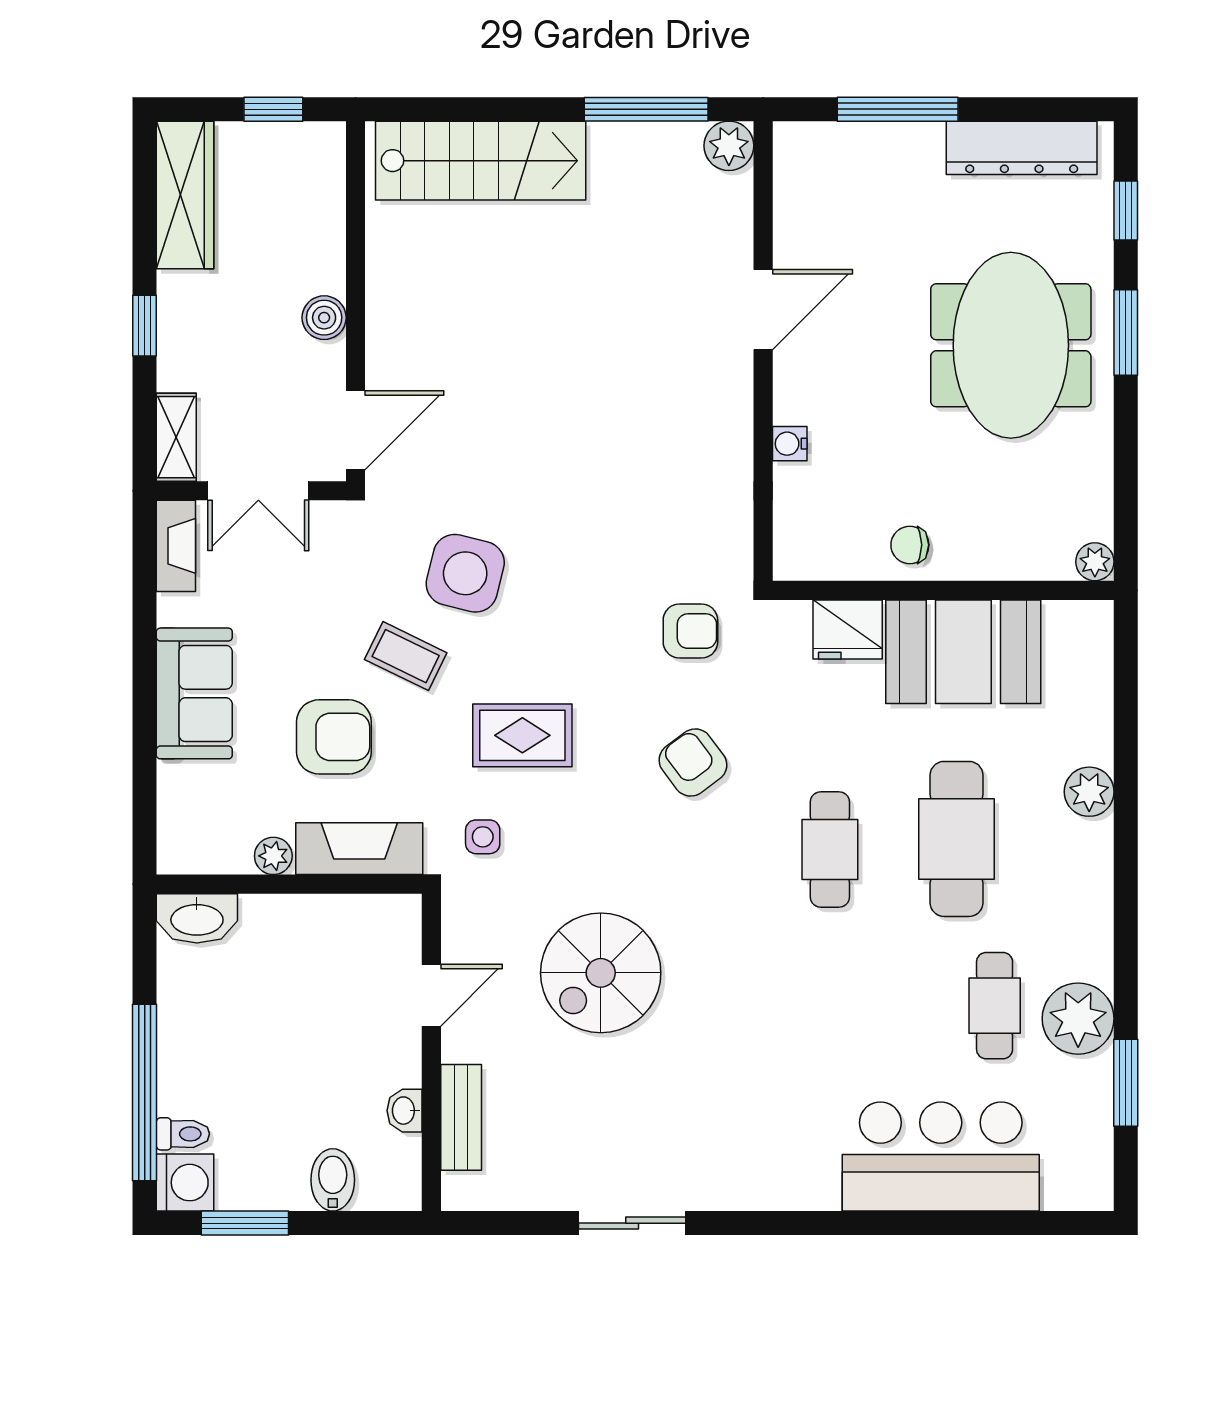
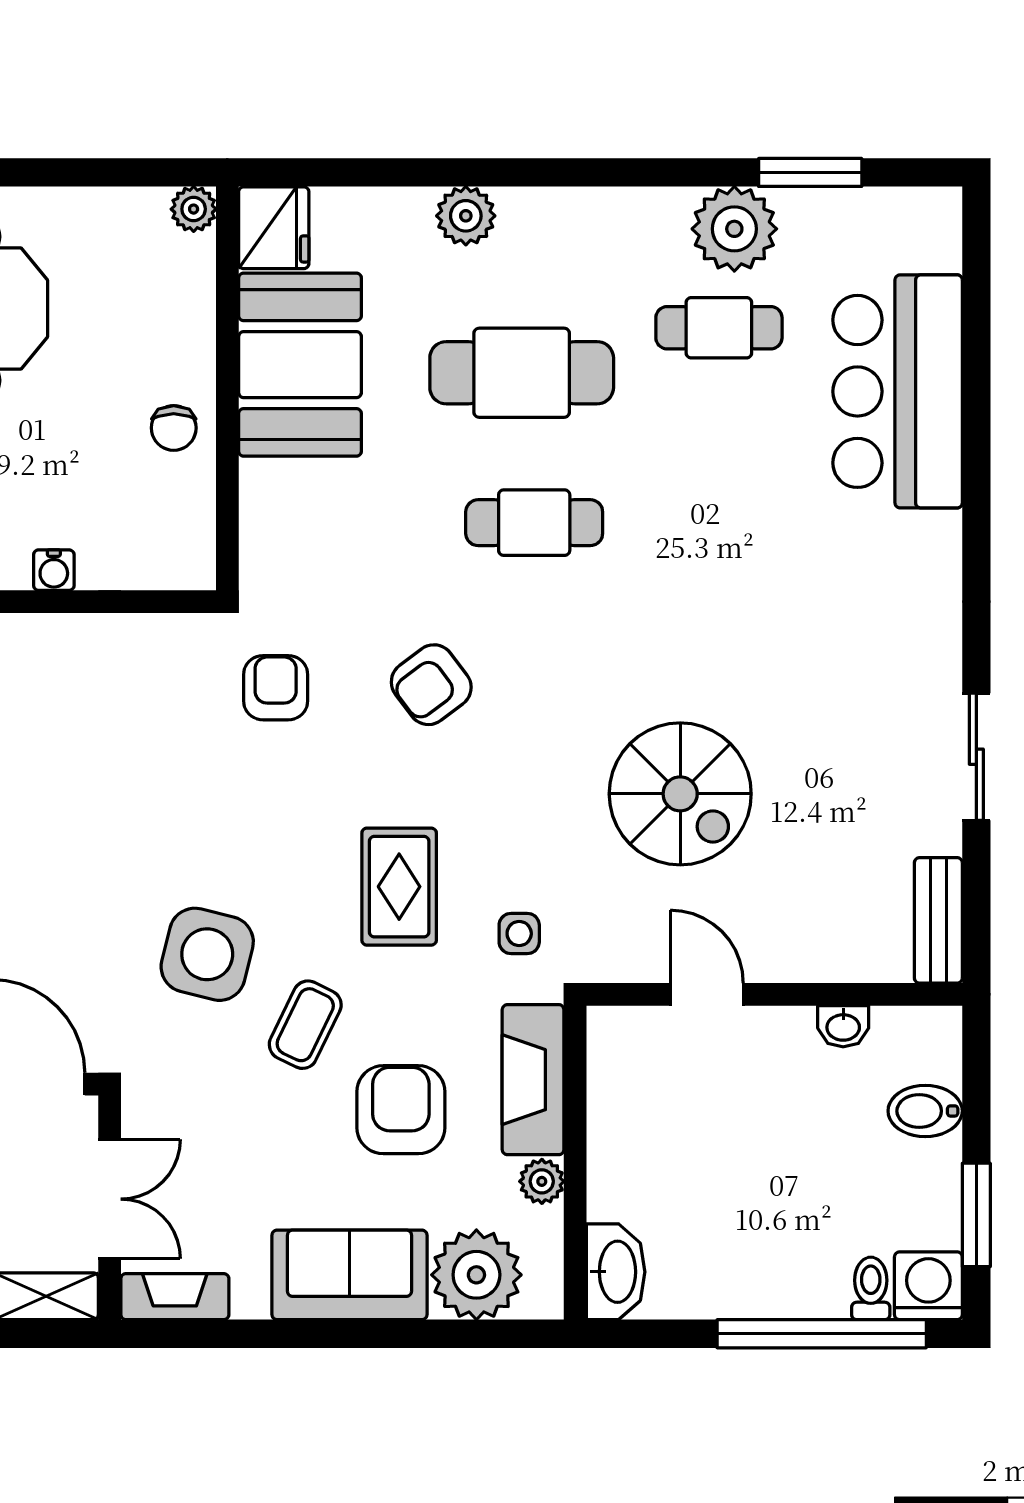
fridge: (848, 629) -> (274, 228), moved
plant: (194, 801) -> (476, 1275), added
bench: (461, 1117) -> (938, 920), moved, turned 90

